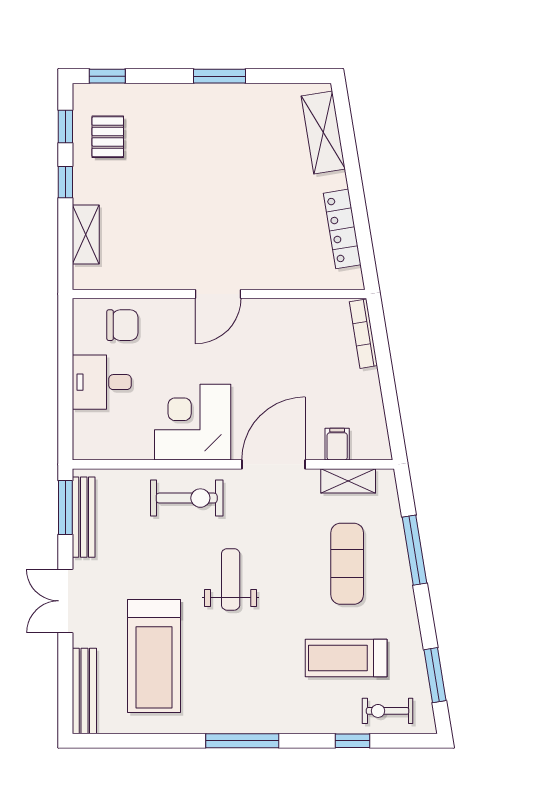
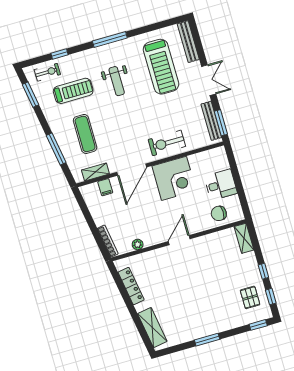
shelving: (86, 234) -> (244, 238), moved
plant: (305, 309) -> (138, 244), added
weight bench: (231, 579) -> (117, 81), moved
treadmill: (154, 656) -> (161, 67), turned 180

